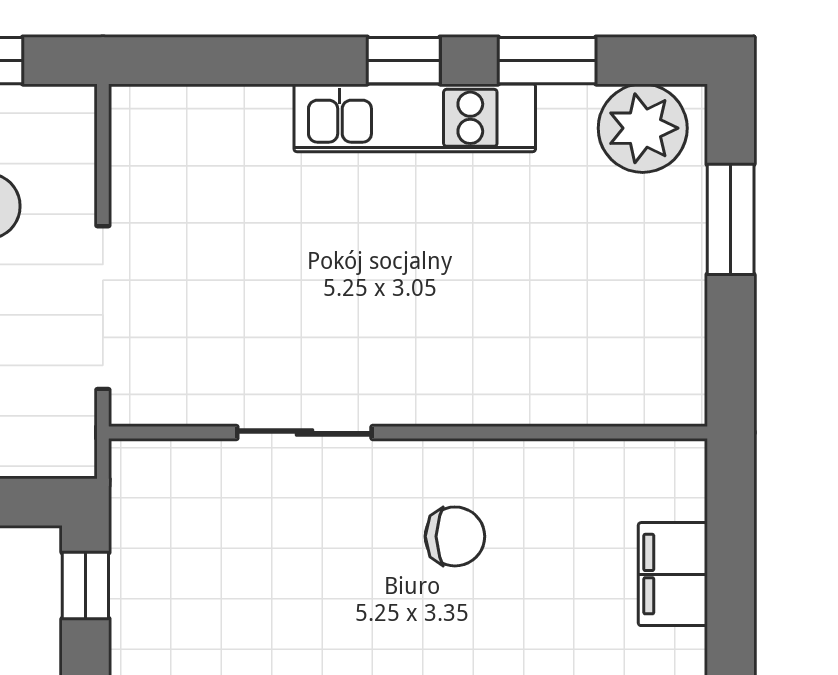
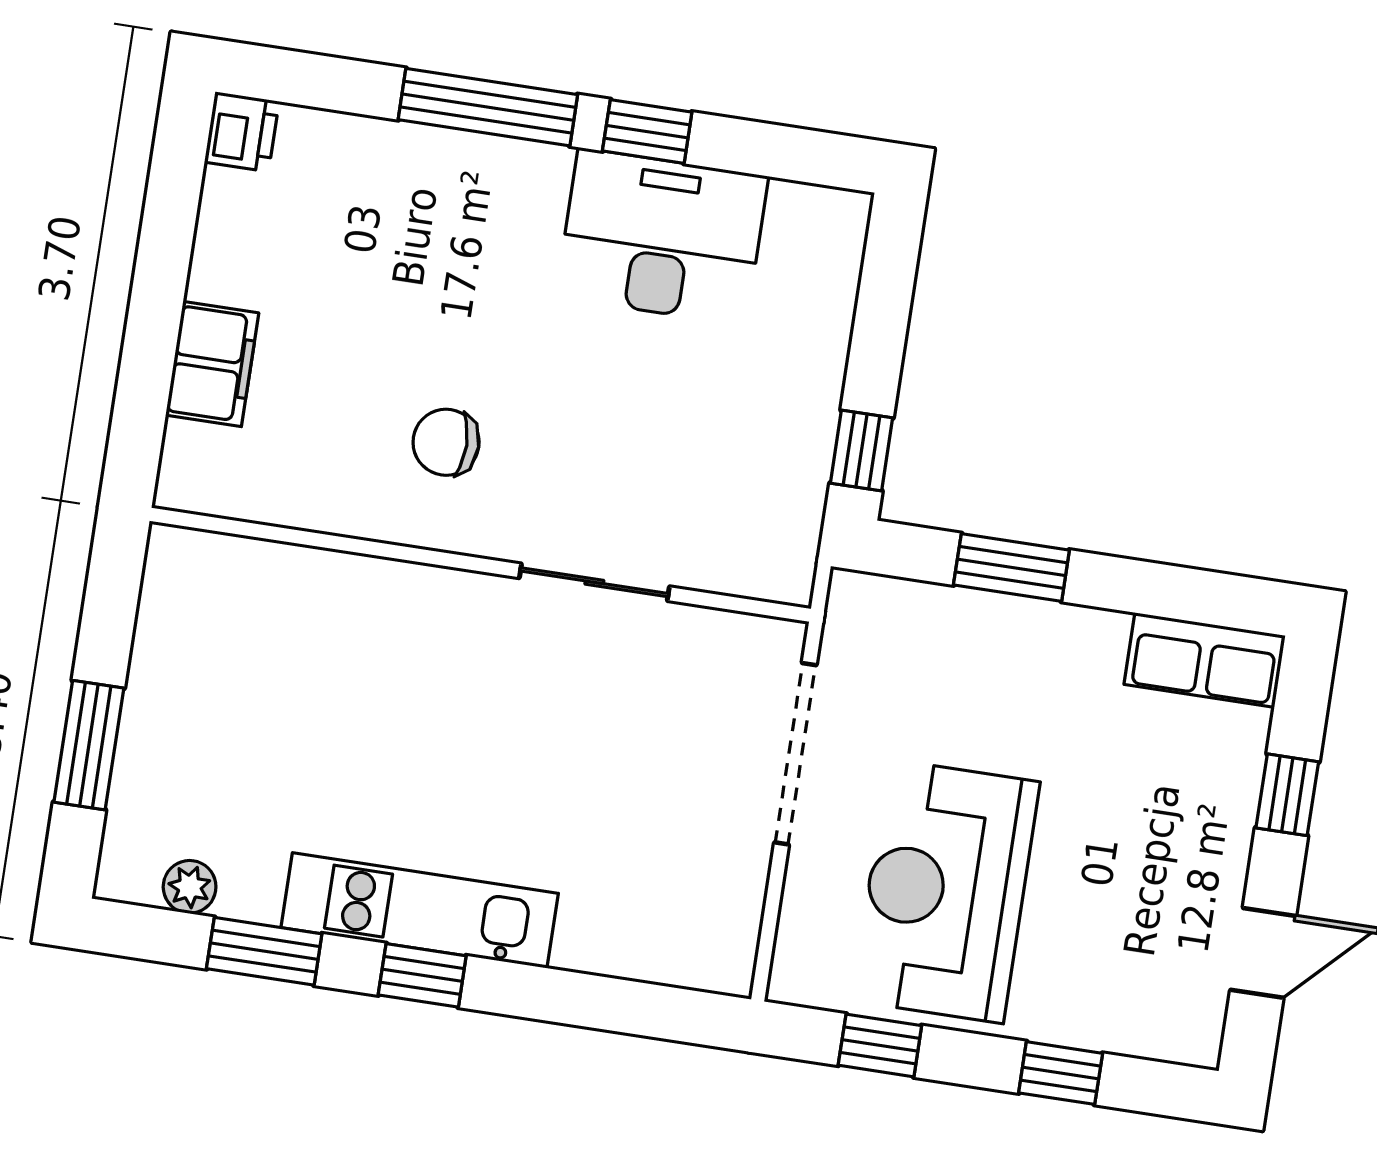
plant: (643, 128) -> (190, 887), width x0.53, depth x0.53

